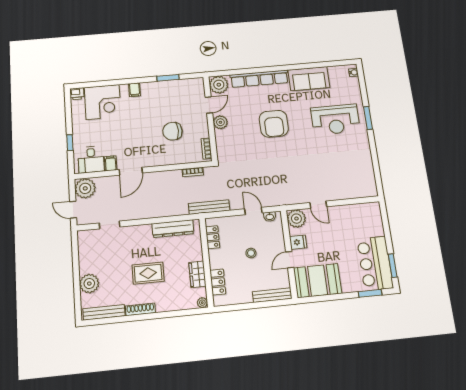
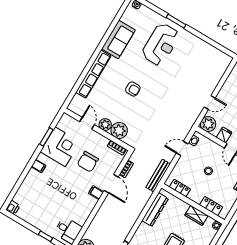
plant: (219, 85) -> (119, 130), moved
corner desk: (103, 102) -> (60, 147), moved
armchair: (274, 124) -> (133, 89), width x0.53, depth x0.53
filing cabinet: (111, 163) -> (96, 193), moved
door: (131, 171) -> (111, 184), moved

